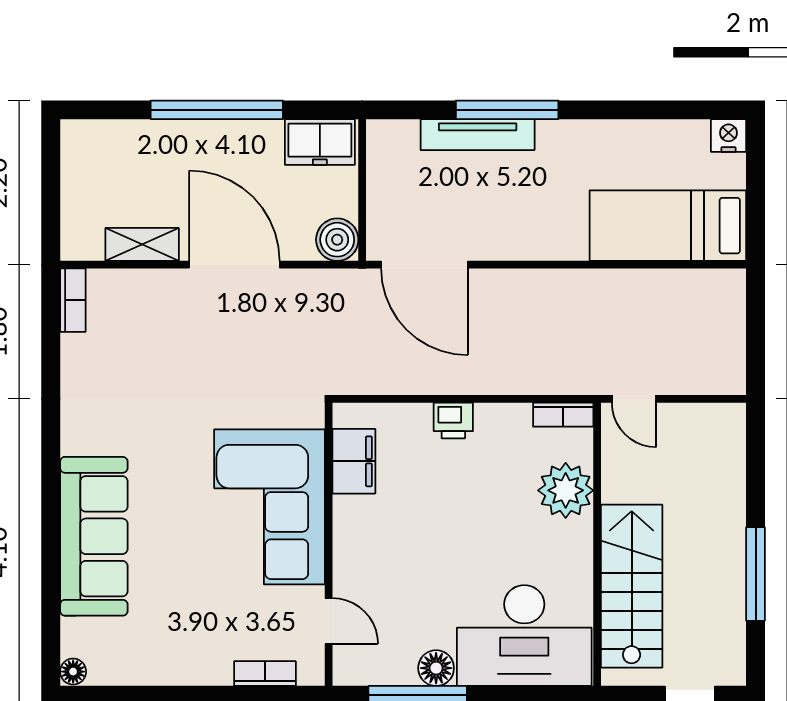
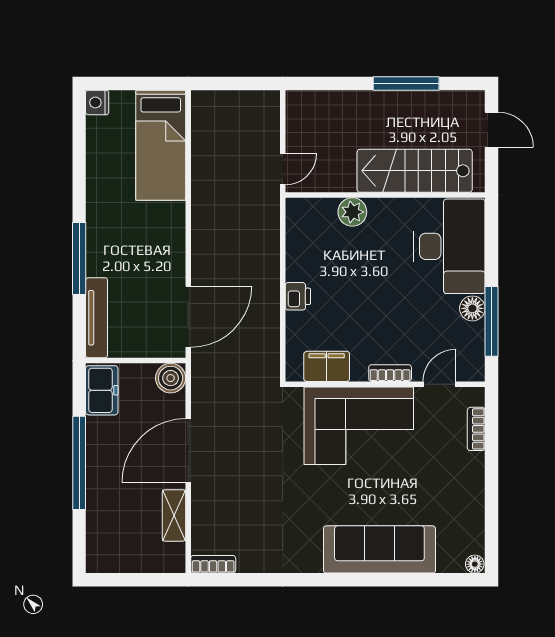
tv unit: (478, 135) -> (97, 318), moved
bookcase: (563, 415) -> (390, 373), moved, turned -90
plant: (566, 490) -> (352, 212), width x0.73, depth x0.73

